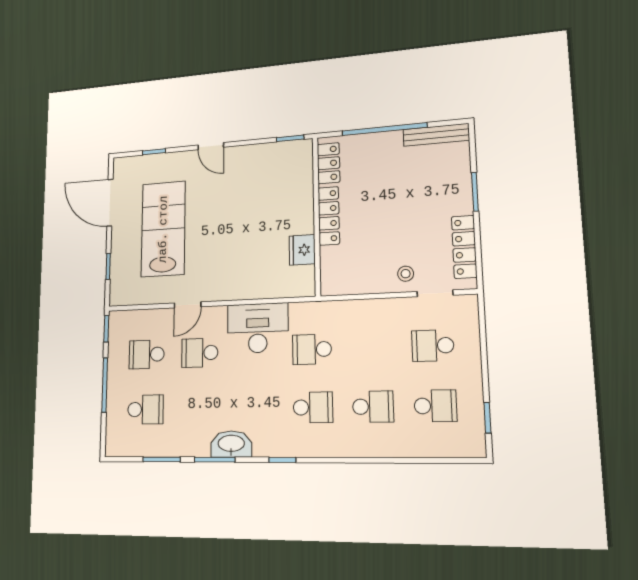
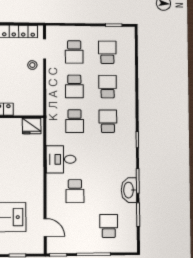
fridge: (302, 250) -> (32, 126), moved
door: (188, 305) -> (45, 228), moved
desk: (258, 328) -> (61, 159), width x0.73
school desk: (147, 354) -> (74, 86), moved
washbasin: (231, 444) -> (129, 190), moved

